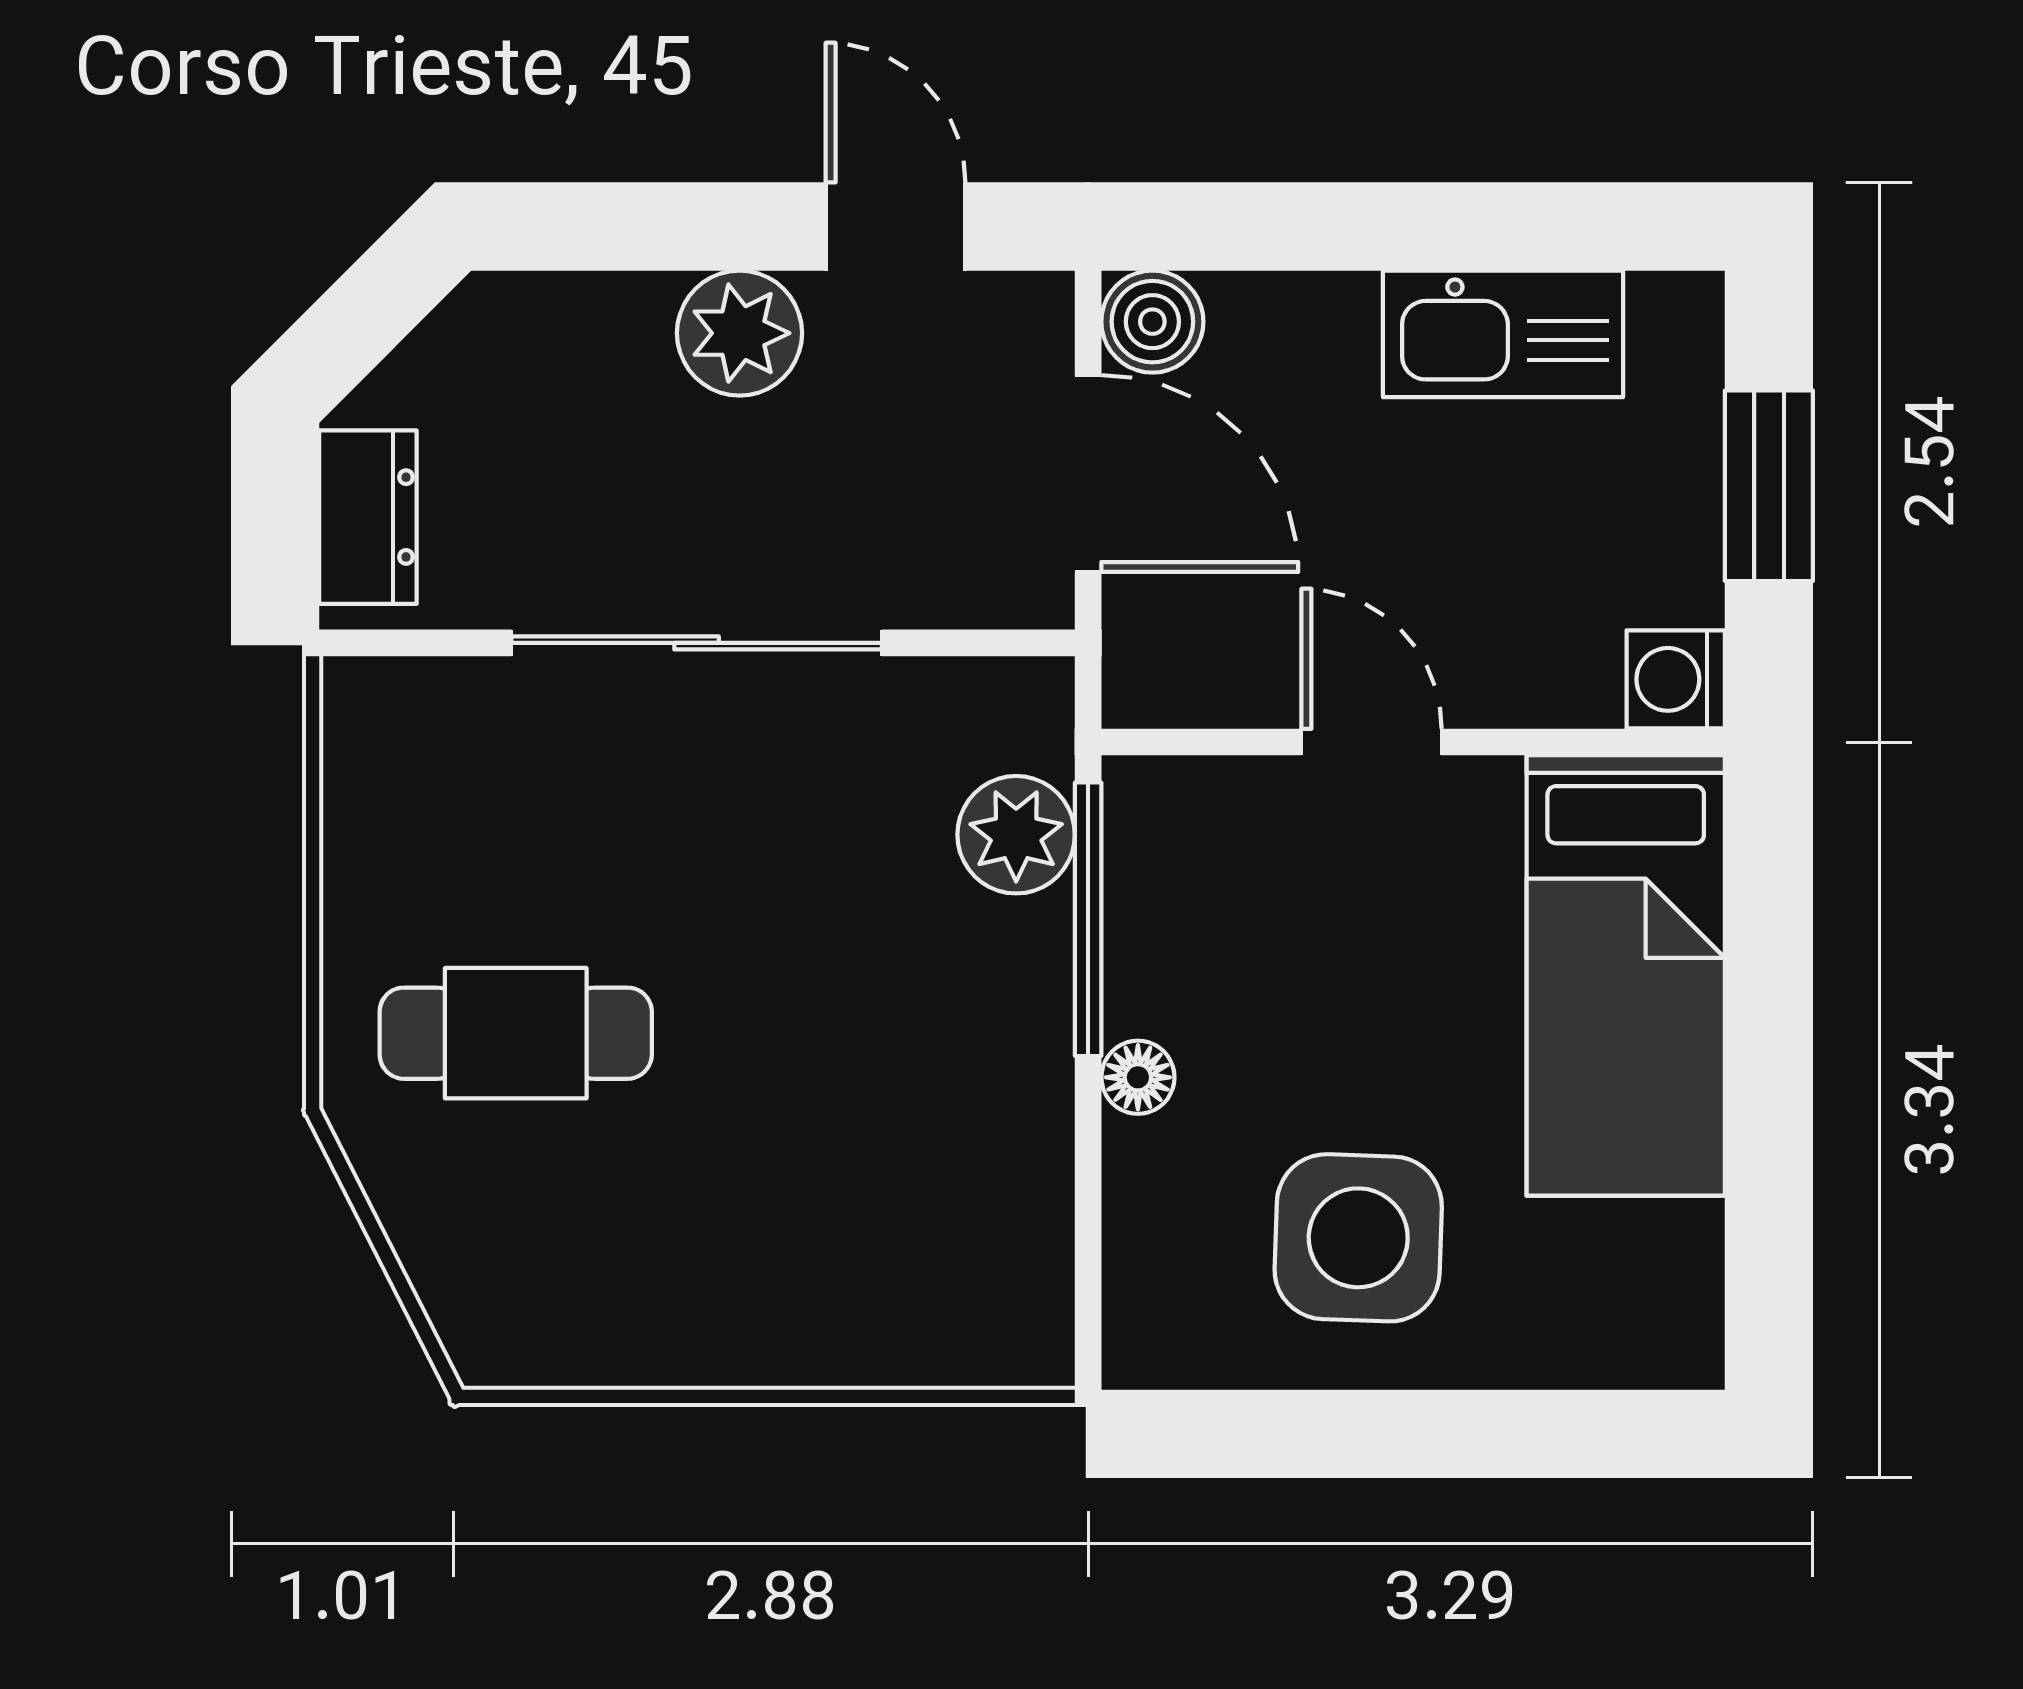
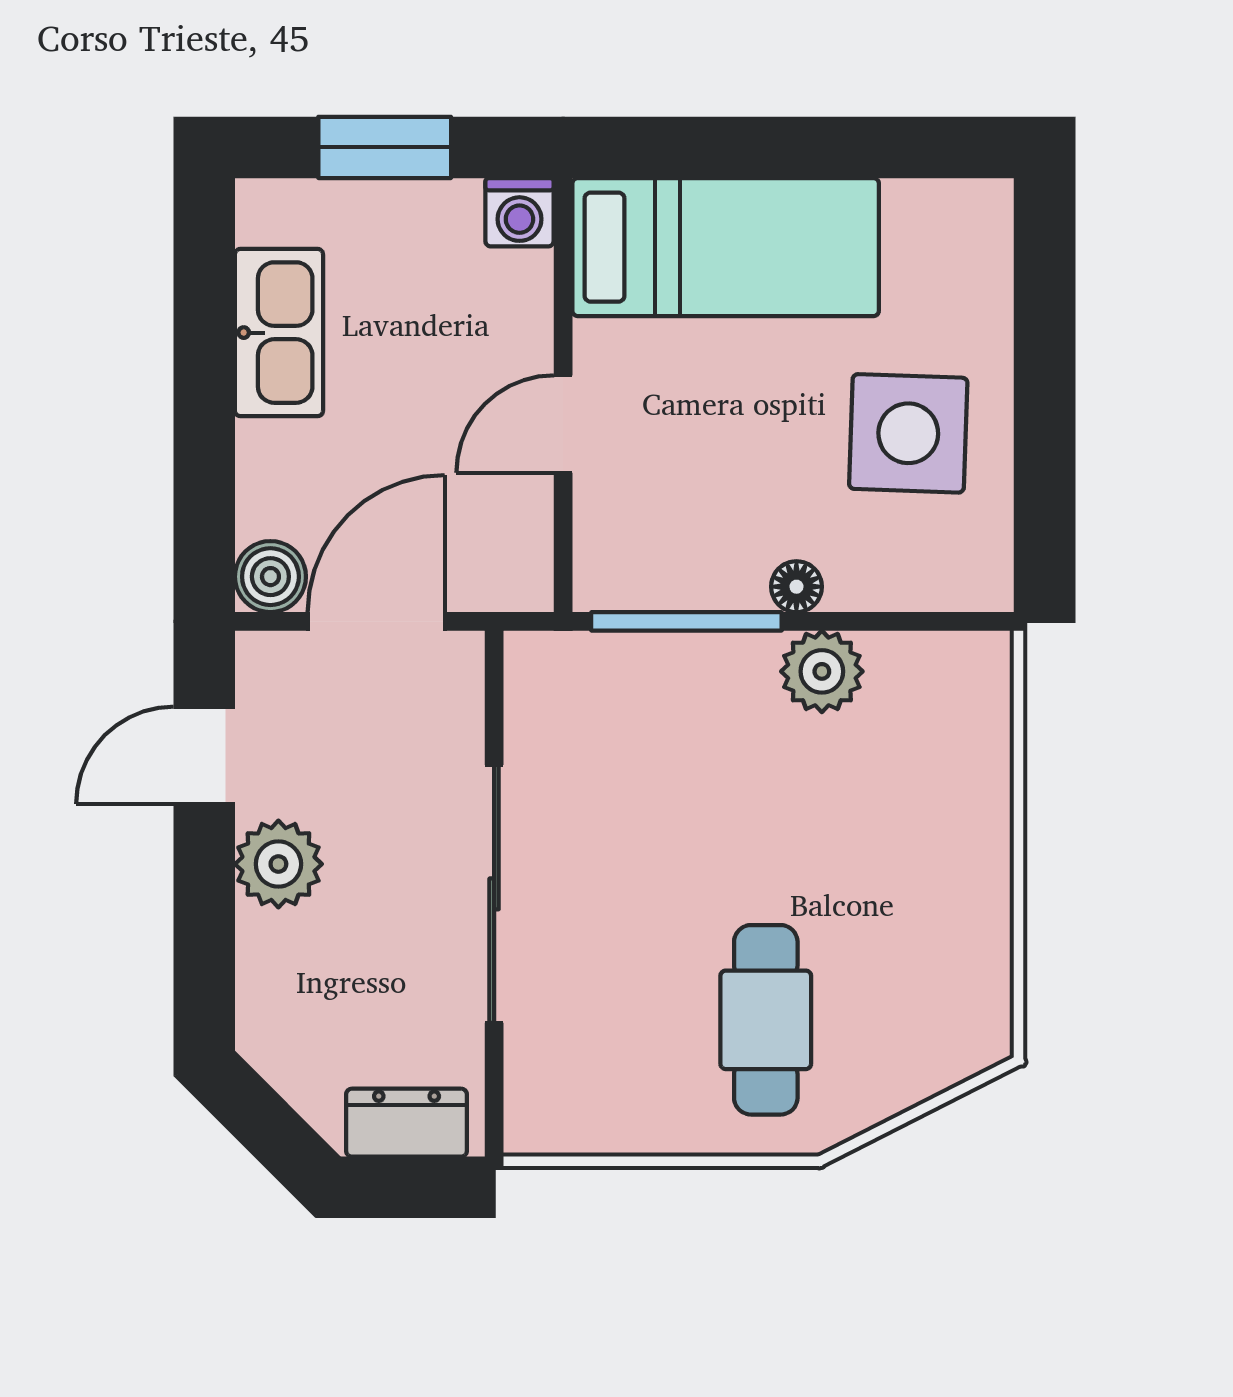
plant: (1016, 835) -> (822, 671), moved

